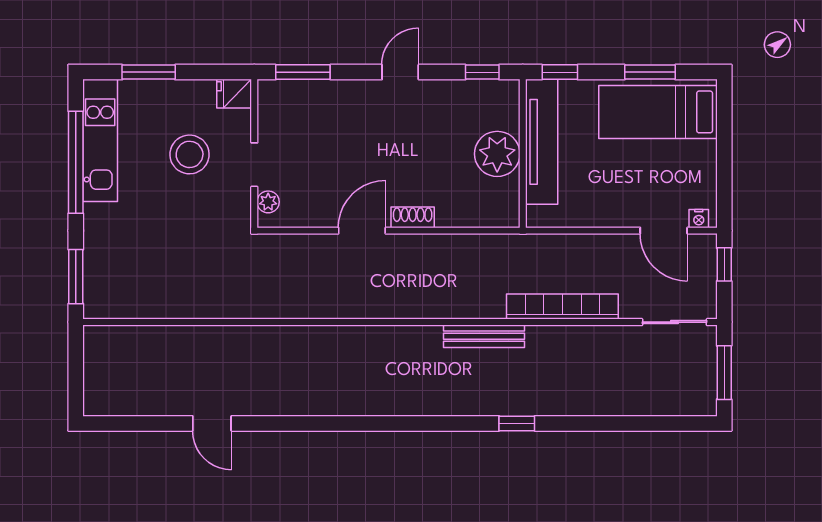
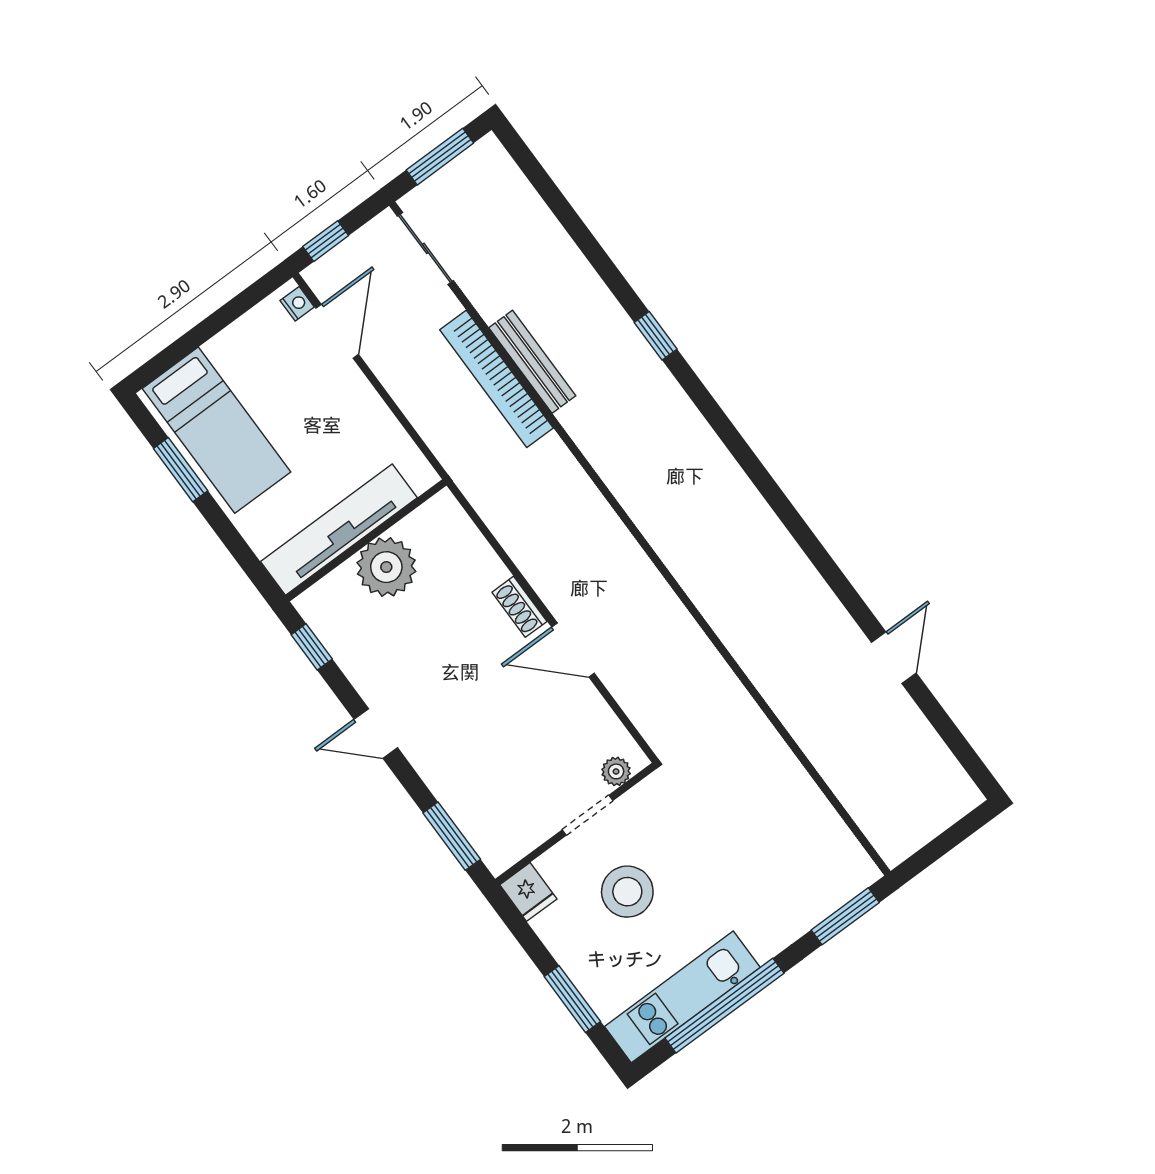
window: (560, 72) -> (251, 565), removed
bench: (484, 336) -> (532, 362), moved

